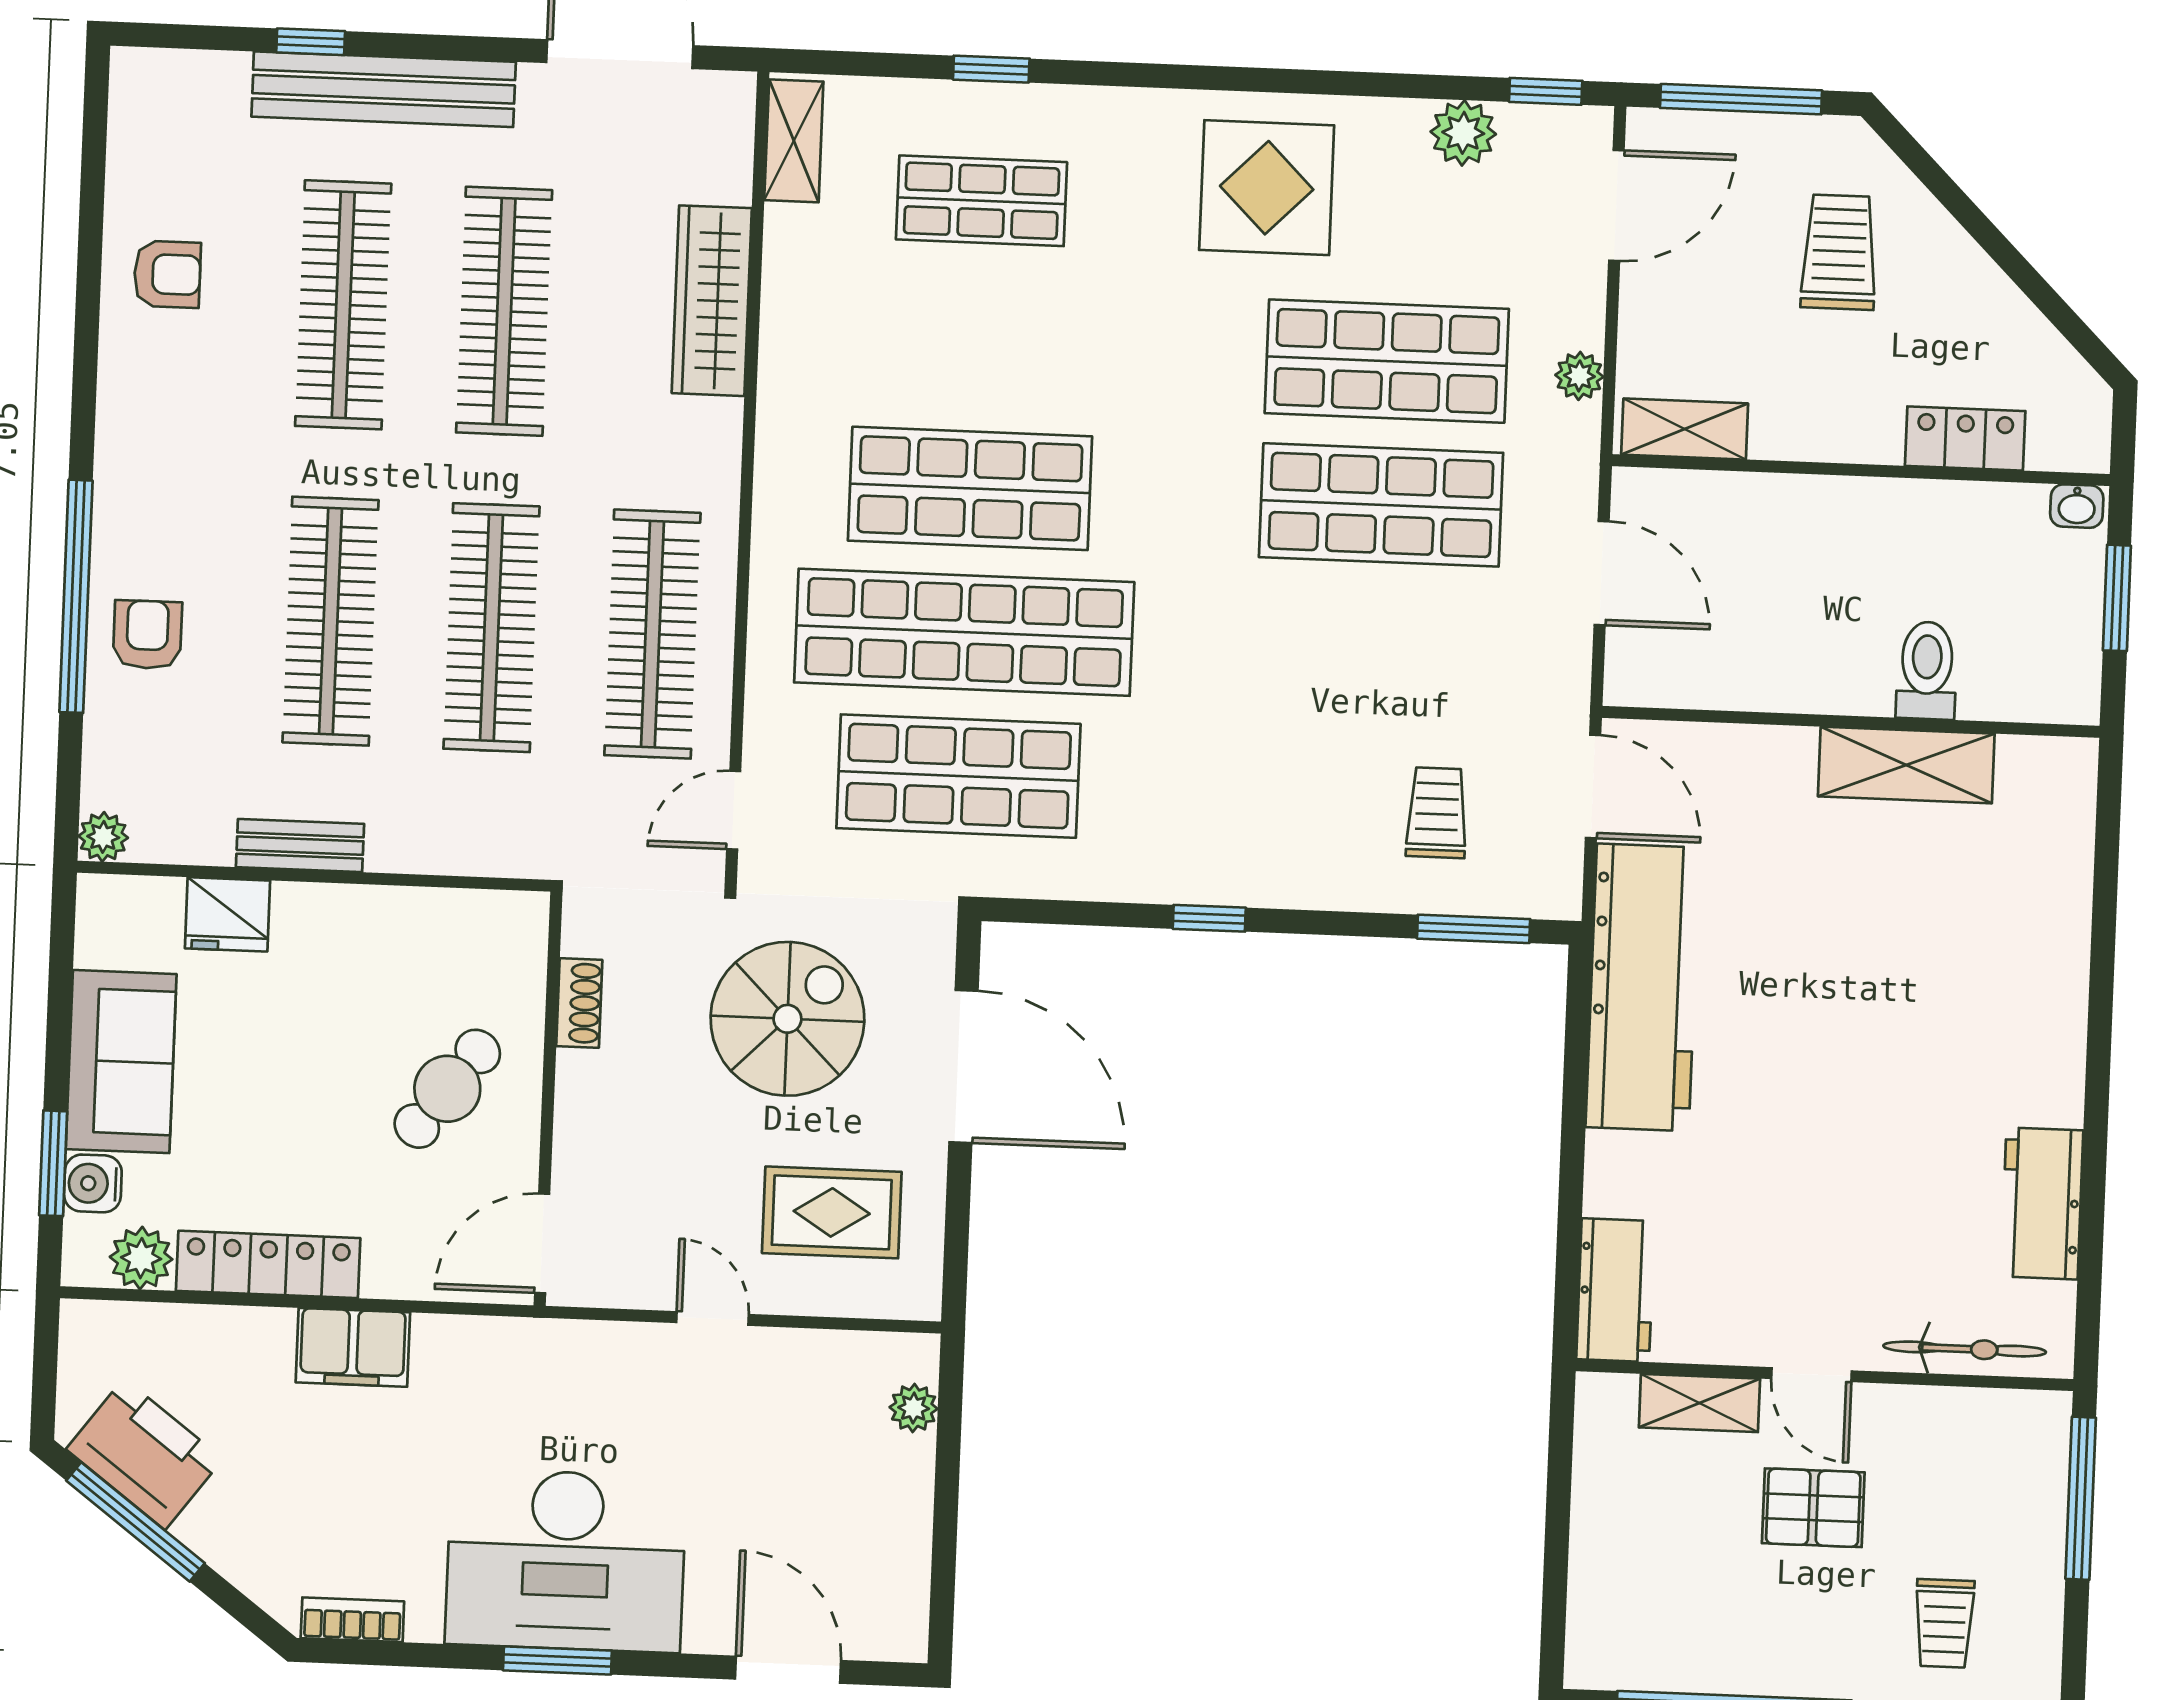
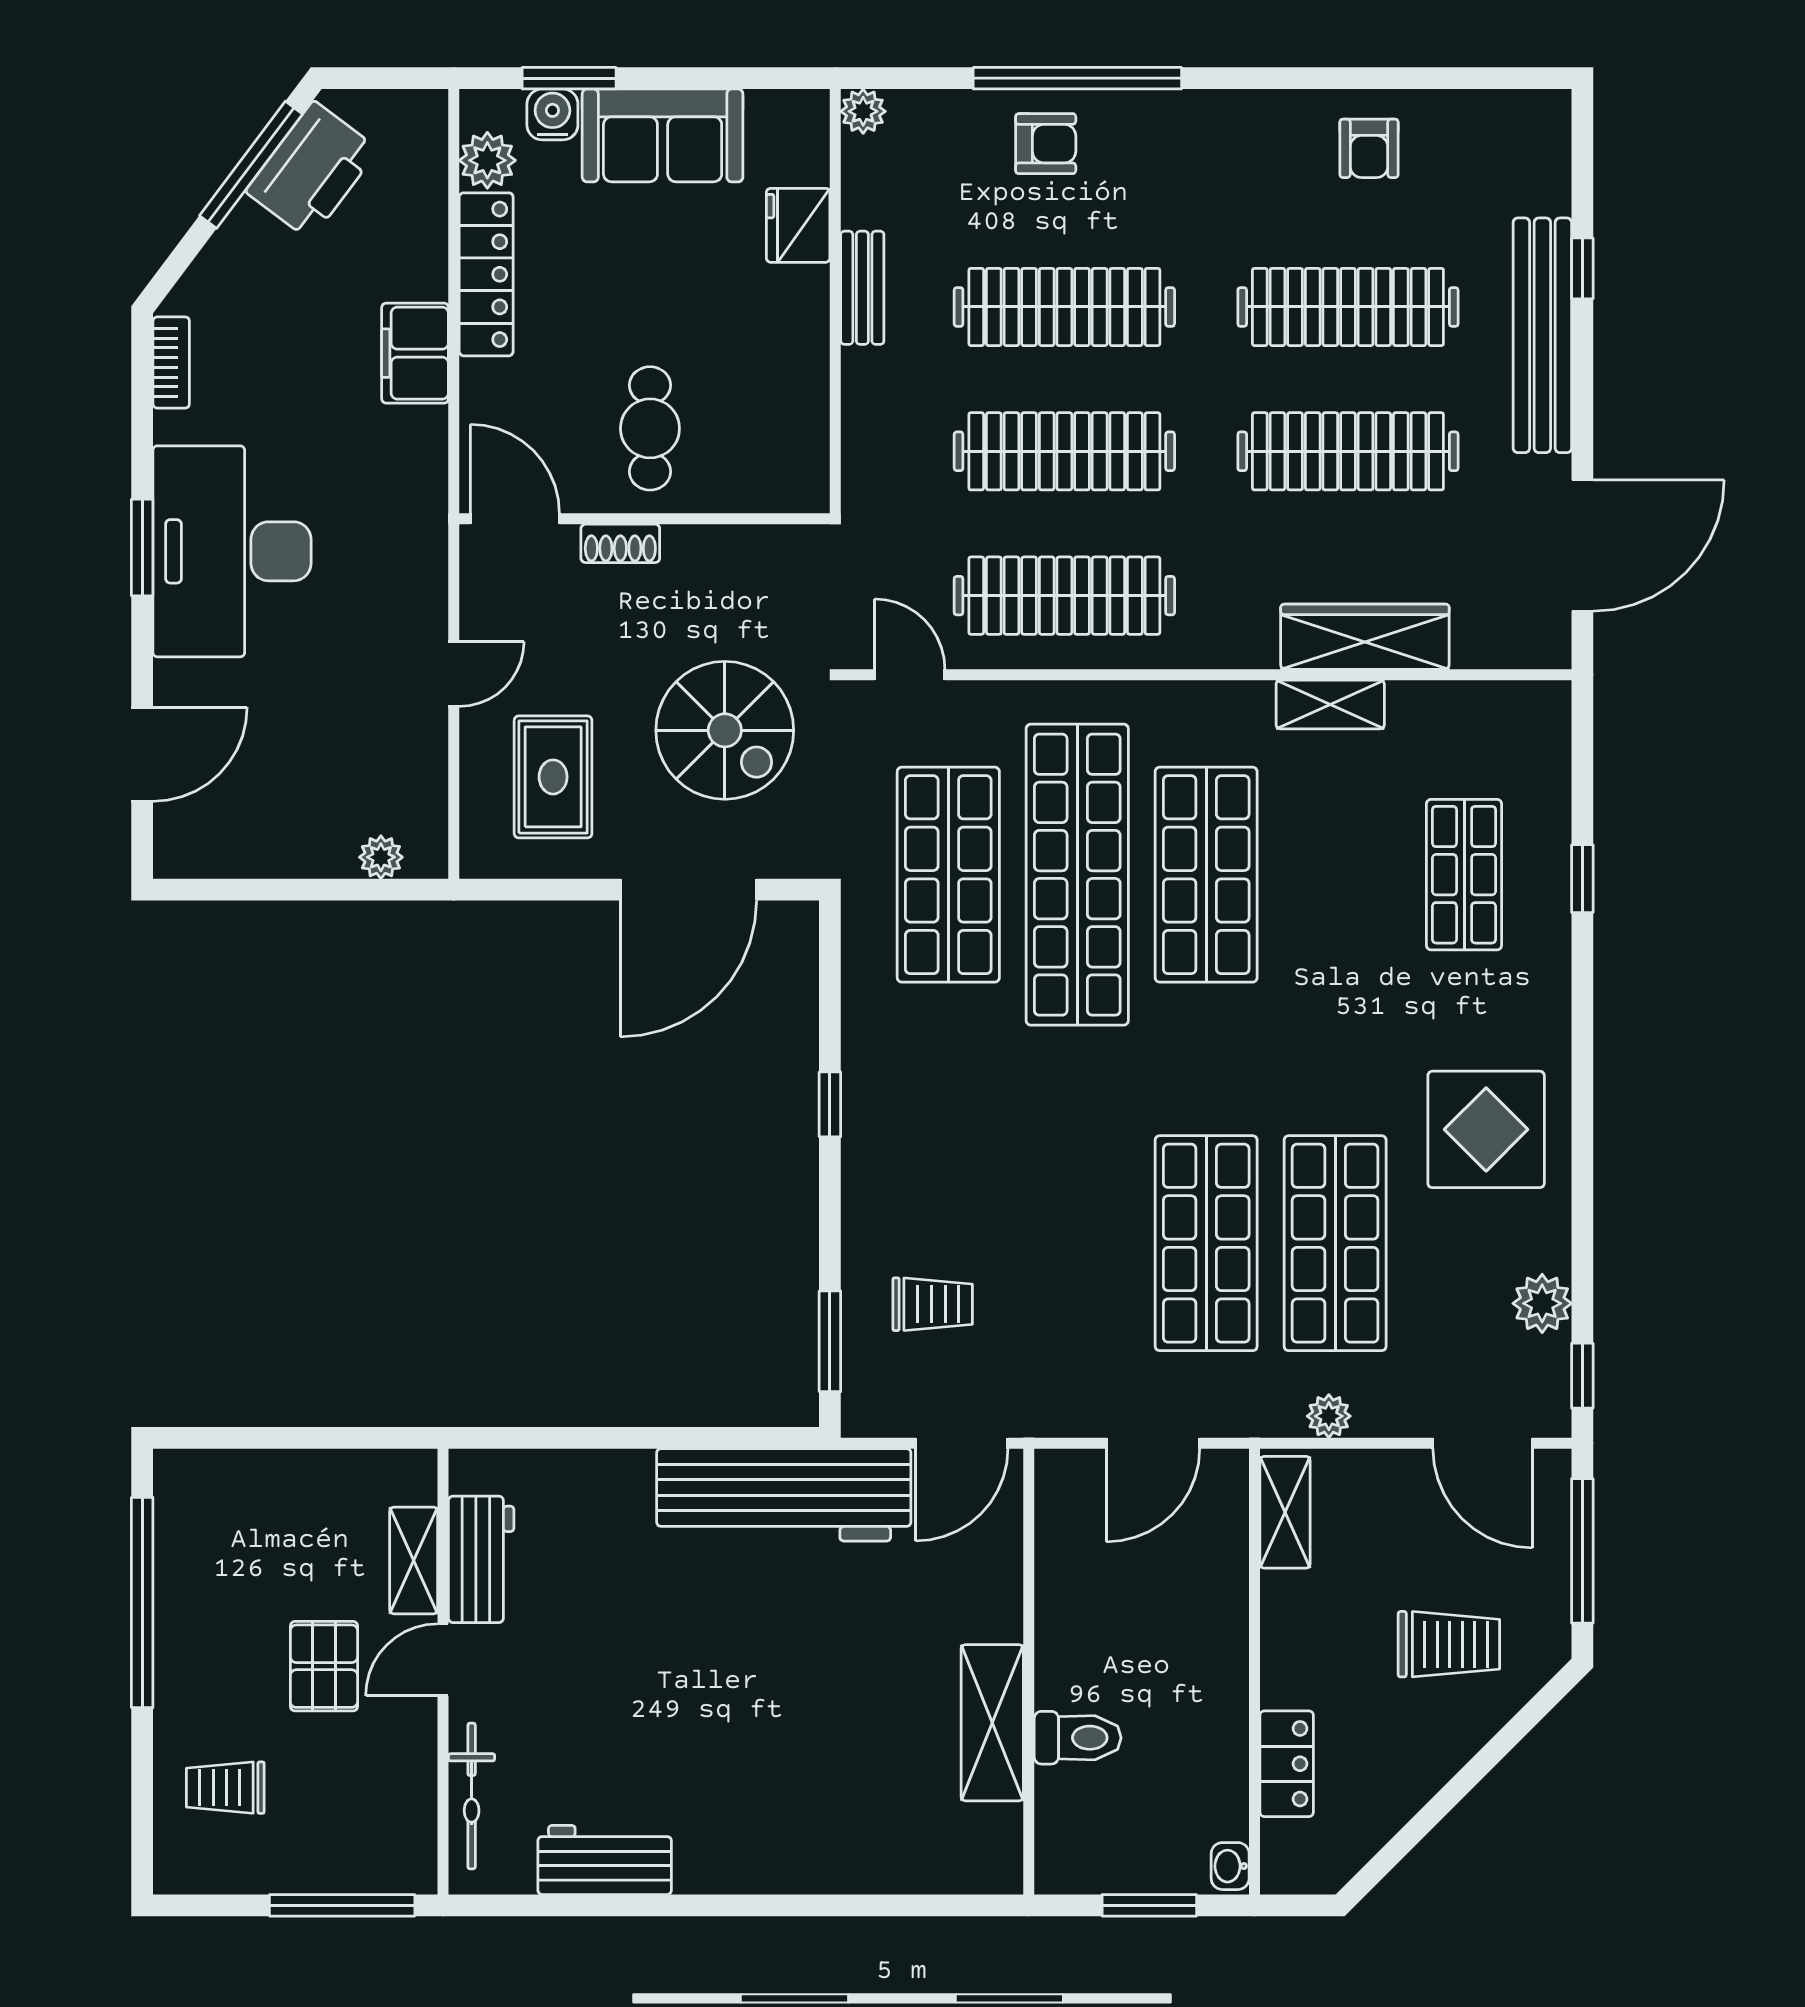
shelving: (794, 141) -> (1330, 704), moved
shoe rack: (579, 1003) -> (620, 543), moved
cafe table: (447, 1089) -> (650, 428), turned 53
workbench: (1615, 1290) -> (481, 1559), moved, turned -90

